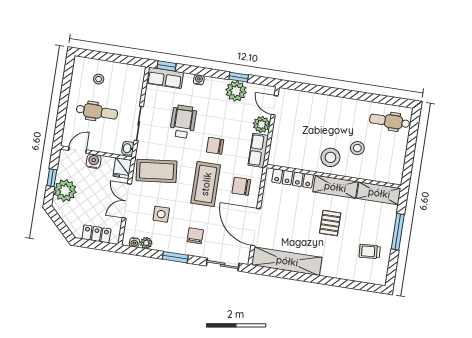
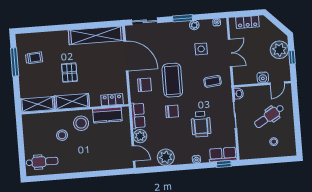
window: (239, 77) -> (166, 168), removed
dental chair: (97, 112) -> (269, 116), turned -31
kitchen counter: (296, 160) -> (107, 115), added
fridge: (122, 168) -> (239, 77), removed
coffee table: (157, 171) -> (213, 81), width x0.54, depth x0.58
locker: (293, 178) -> (112, 100), width x0.66
window: (398, 232) -> (15, 62), moved
chair: (195, 236) -> (171, 38), removed
plant: (146, 243) -> (194, 25), moved

